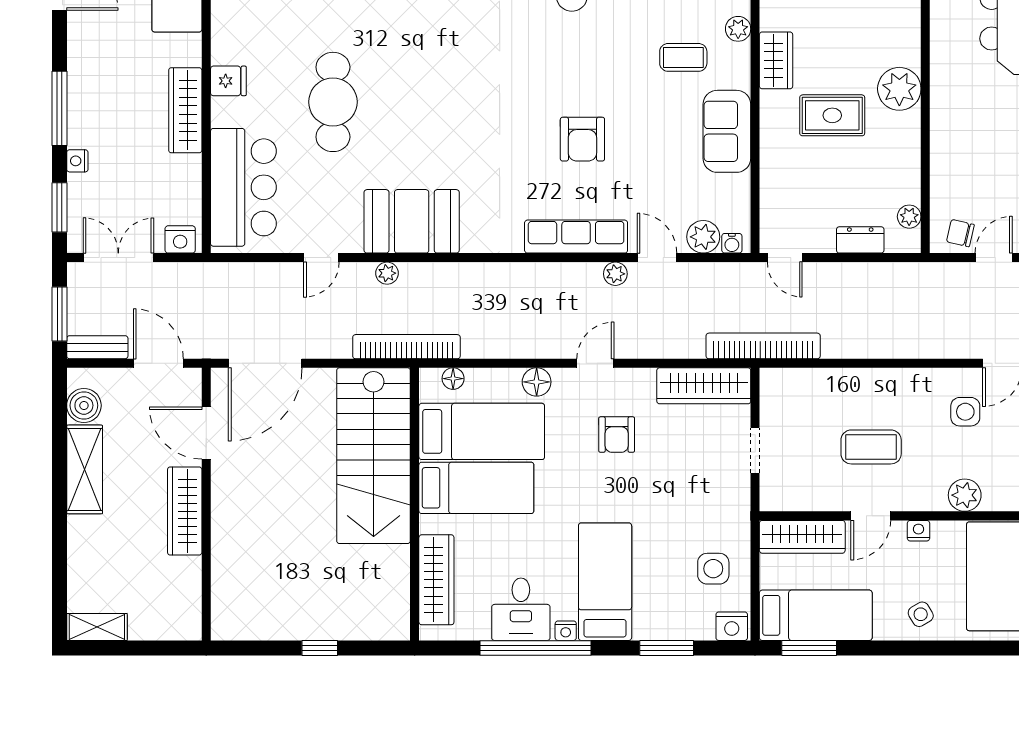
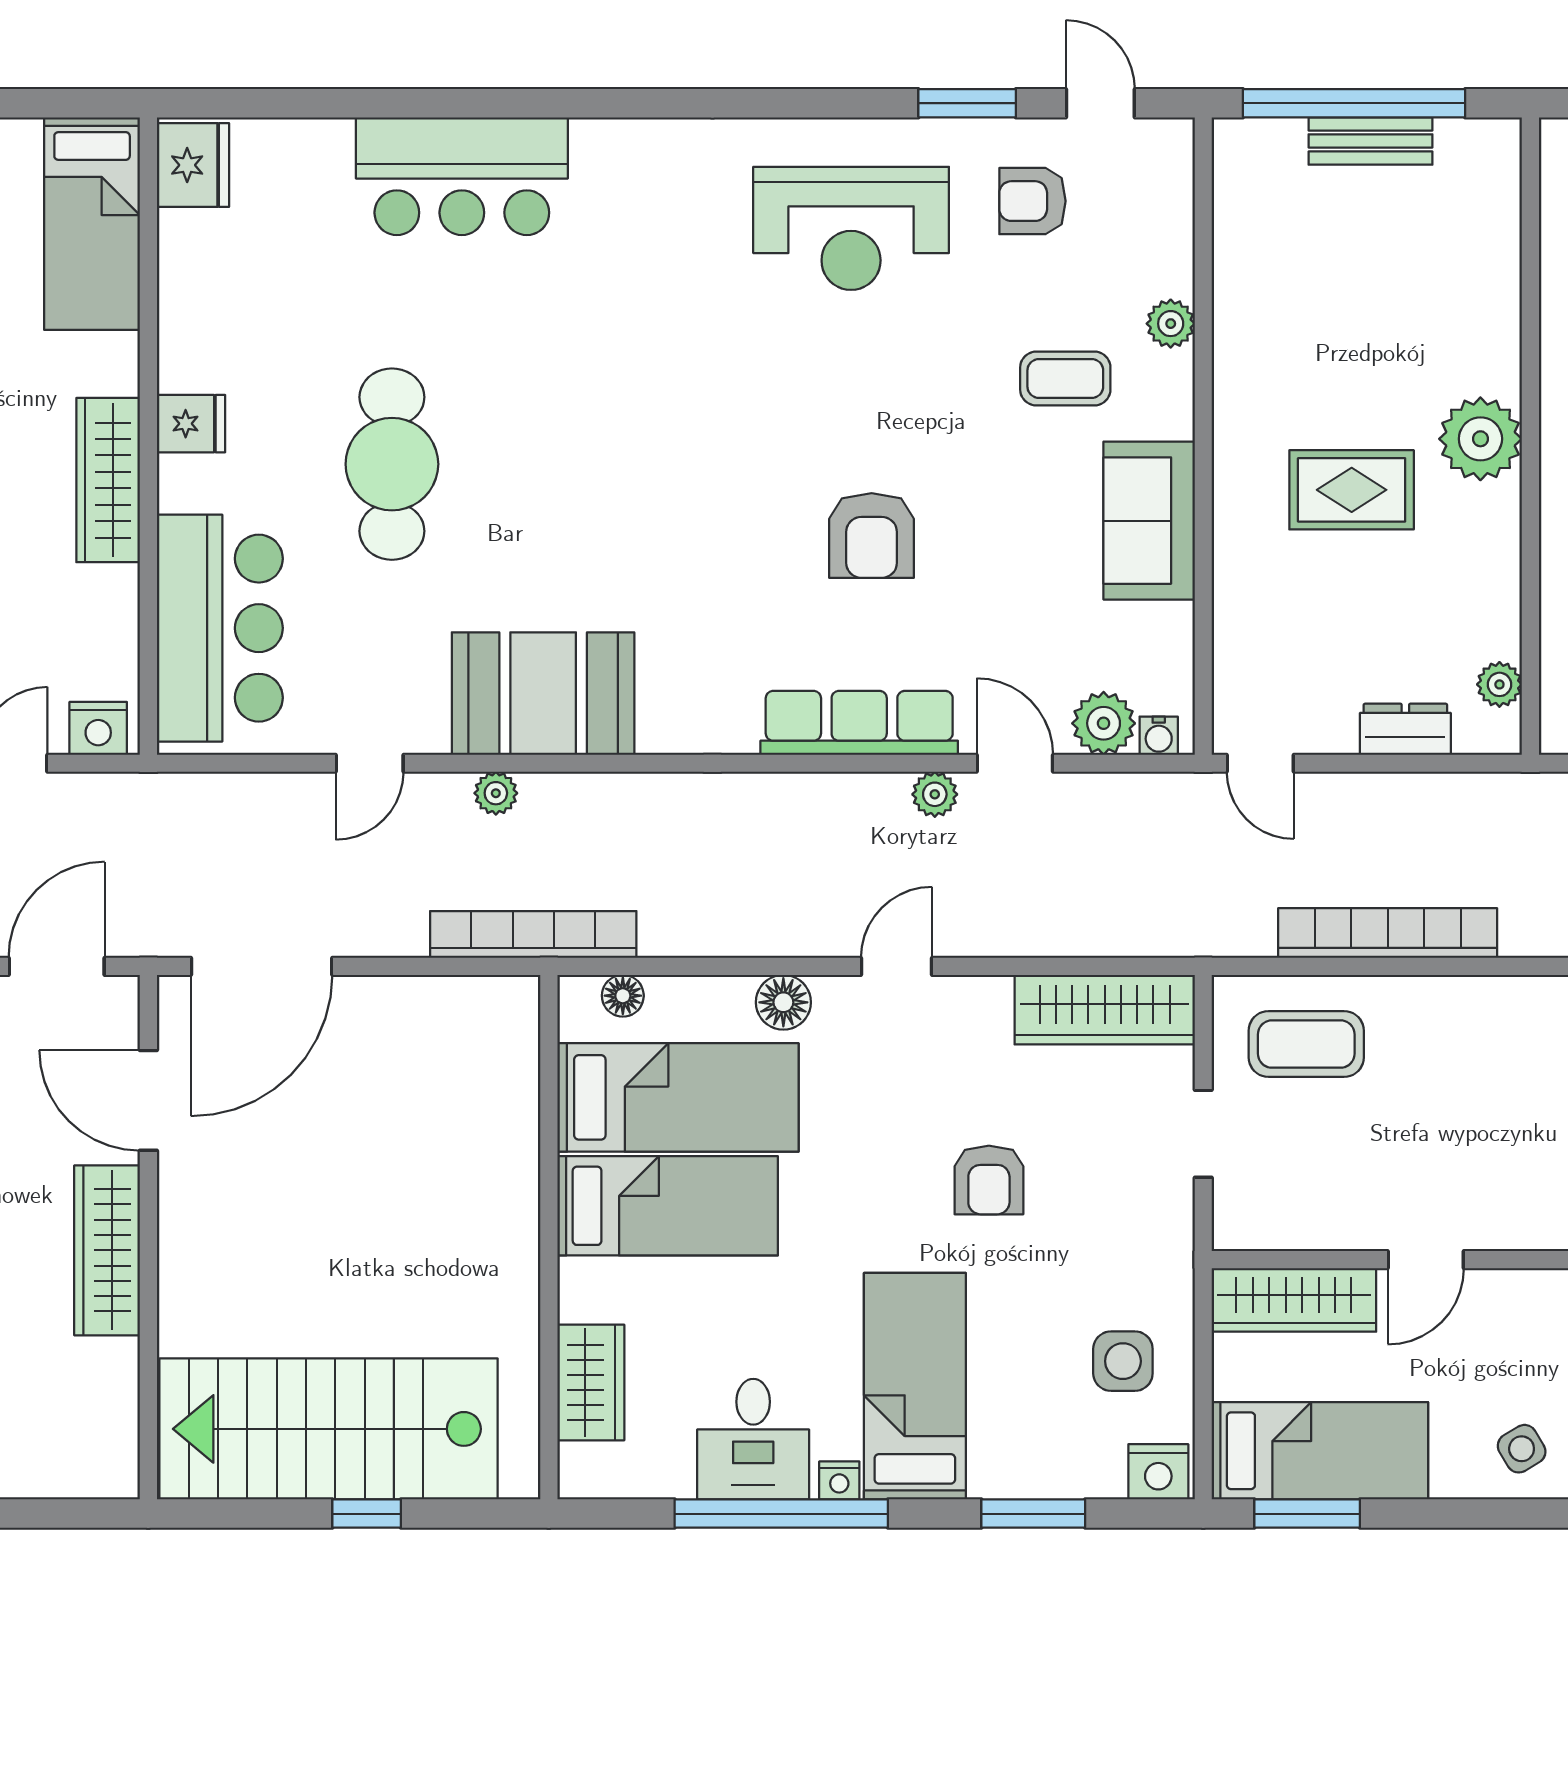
wardrobe: (776, 60) -> (1244, 384), removed
bookcase: (763, 346) -> (1388, 933), moved
door: (158, 363) -> (57, 966), hinge flipped
armchair: (617, 435) -> (989, 1180), moved
coffee table: (871, 447) -> (1306, 1044), moved
stairs: (374, 456) -> (328, 1429), moved, turned 90
nightstand: (918, 531) -> (1517, 1288), removed
wardrobe: (436, 580) -> (591, 1382), width x0.67

